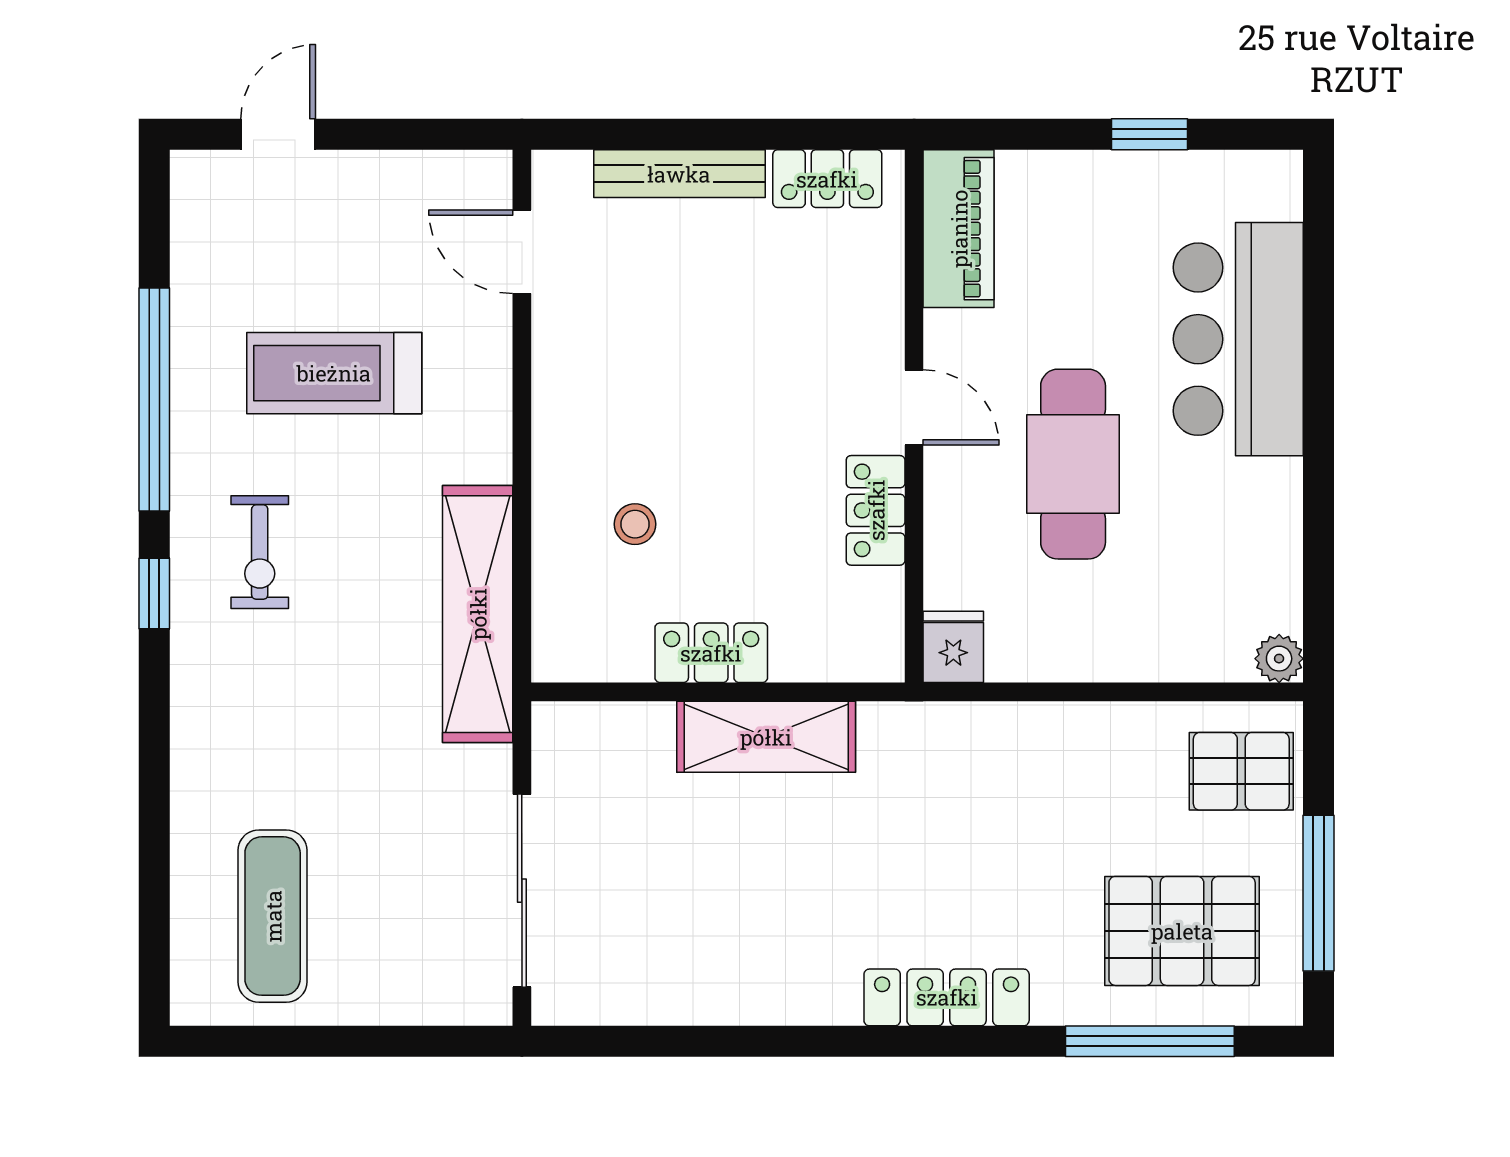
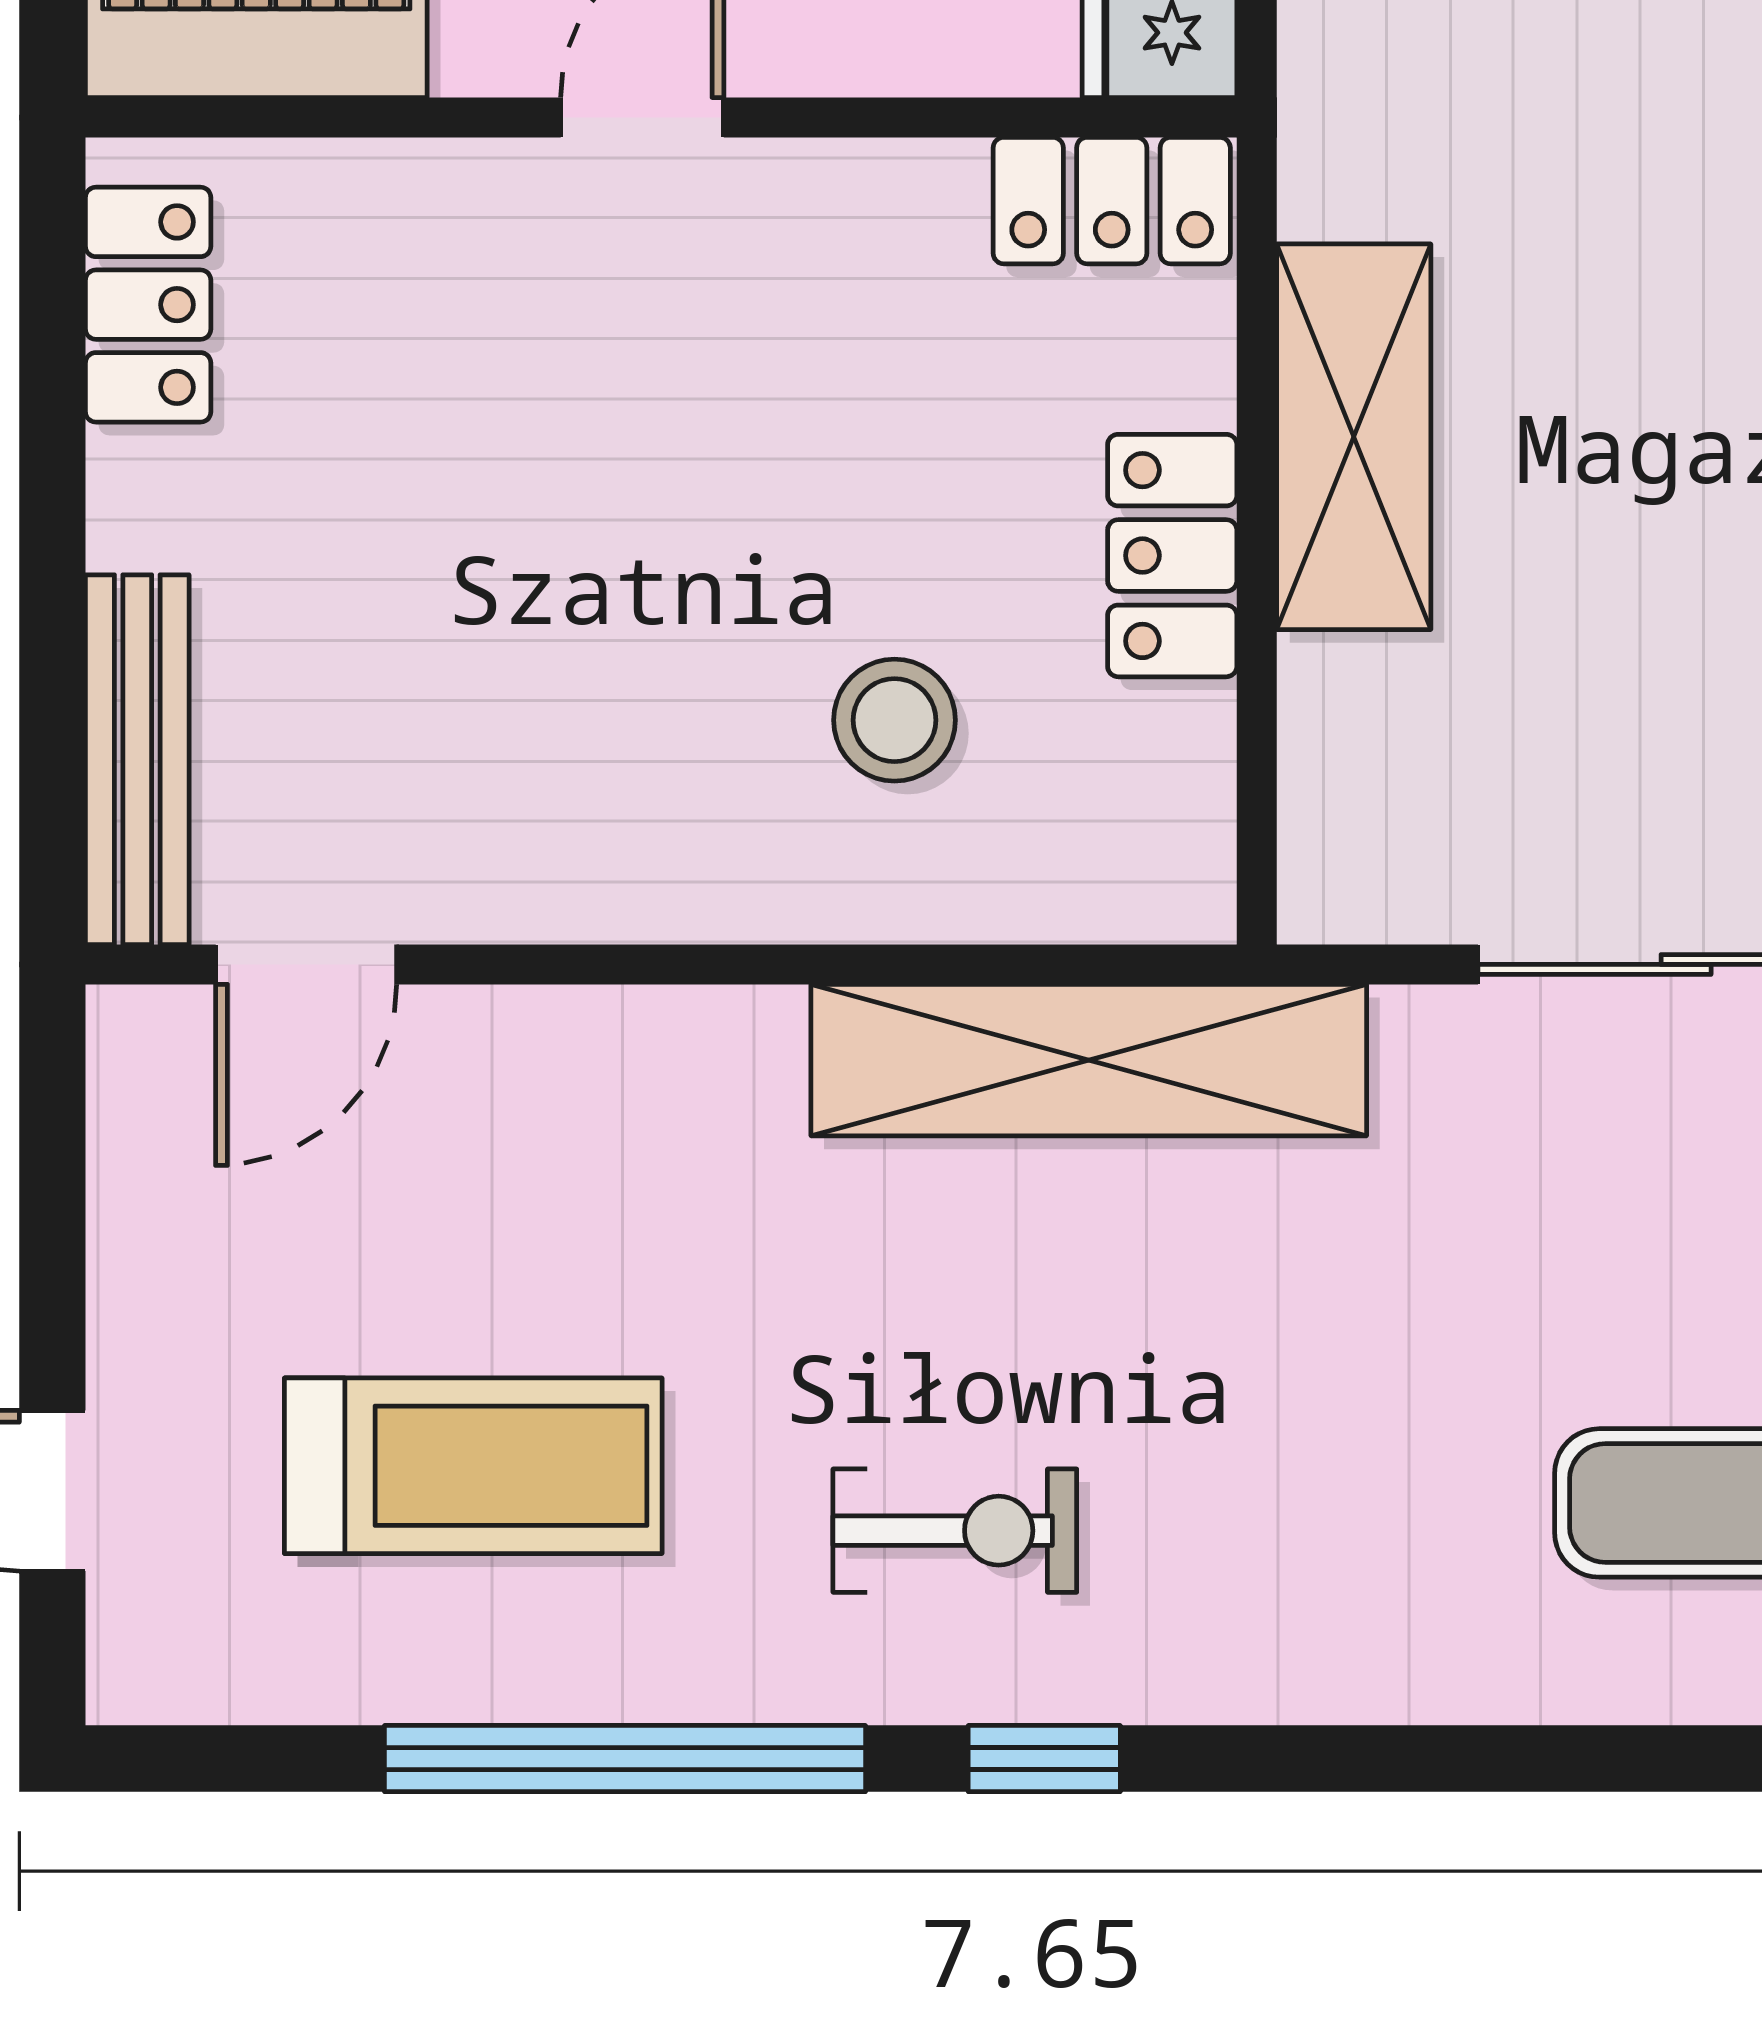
bench: (679, 174) -> (137, 760), moved
treadmill: (334, 373) -> (473, 1466), moved, turned -90
locker: (876, 510) -> (1112, 201), moved
stool: (635, 524) -> (894, 720), width x1.37, depth x1.37

